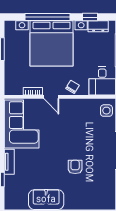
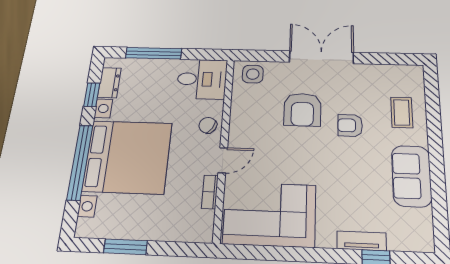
armchair: (84, 140) -> (302, 110), added
tv unit: (9, 162) -> (362, 241), moved
coffee table: (84, 196) -> (402, 112), added

